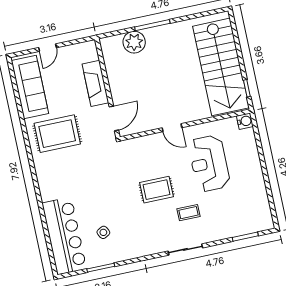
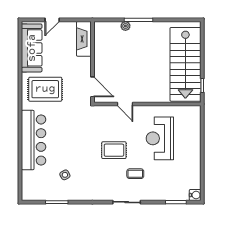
plant: (134, 42) -> (125, 26), width x0.53, depth x0.53
fireplace: (95, 83) -> (84, 39), moved
door: (114, 118) -> (92, 87), hinge flipped
water cooler: (245, 121) -> (195, 195), moved
door: (172, 128) -> (125, 104), moved
bar counter: (64, 236) -> (34, 140), moved

